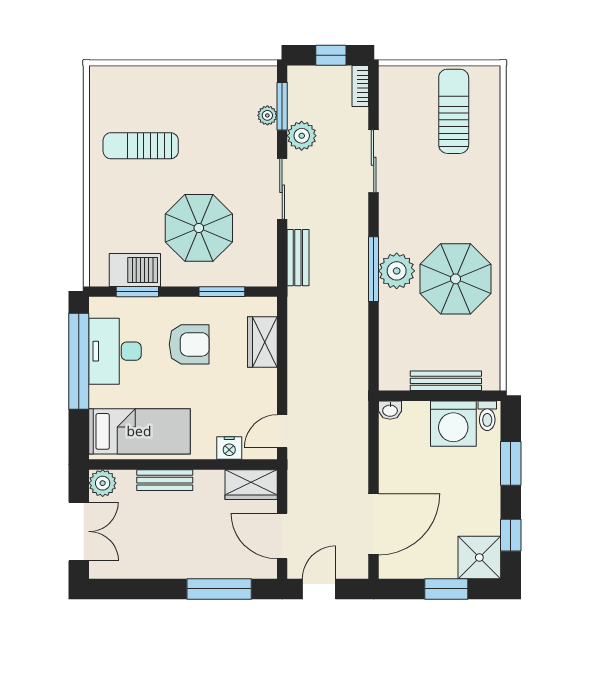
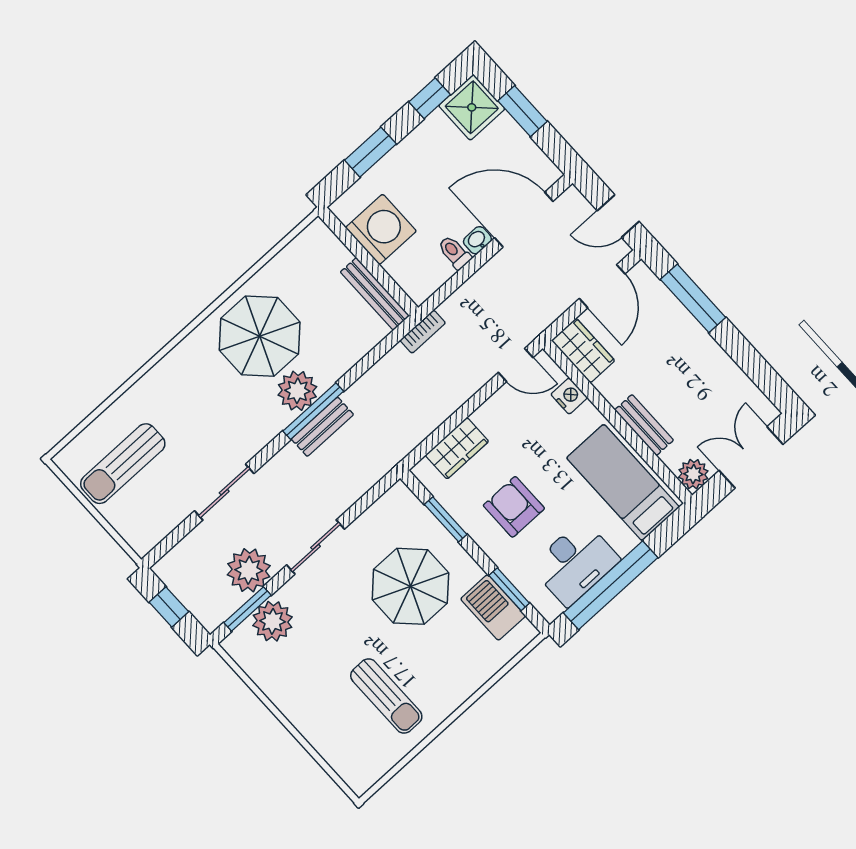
bookcase: (360, 86) -> (423, 332), moved
plant: (267, 115) -> (273, 621), width x1.88, depth x1.88
plant: (302, 136) -> (249, 570), width x1.36, depth x1.36
bench: (298, 258) -> (322, 427), moved
bench: (446, 381) -> (375, 294), moved
washbasin: (390, 410) -> (477, 240), moved, turned -90
toilet: (487, 416) -> (455, 252), moved, turned -90

